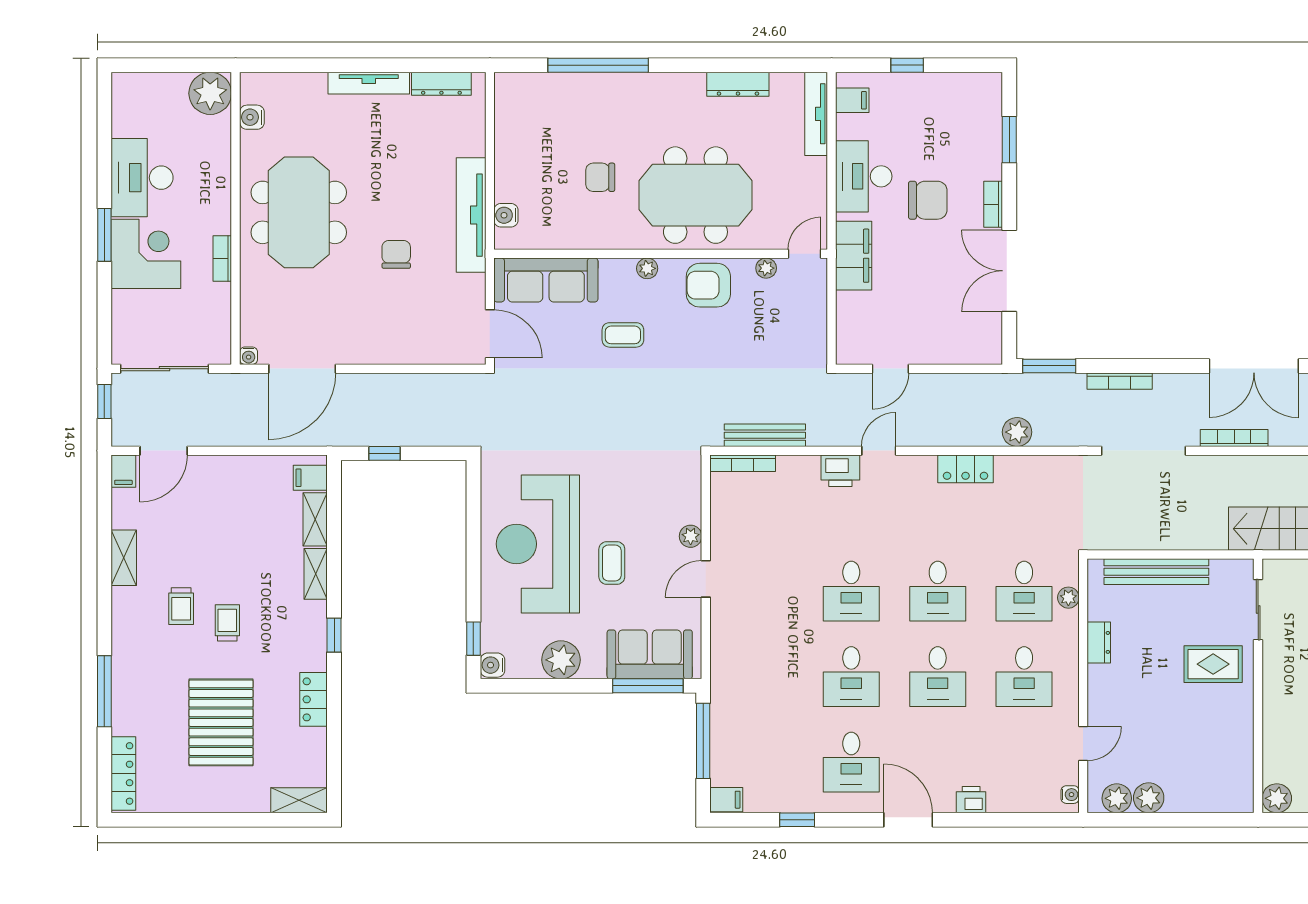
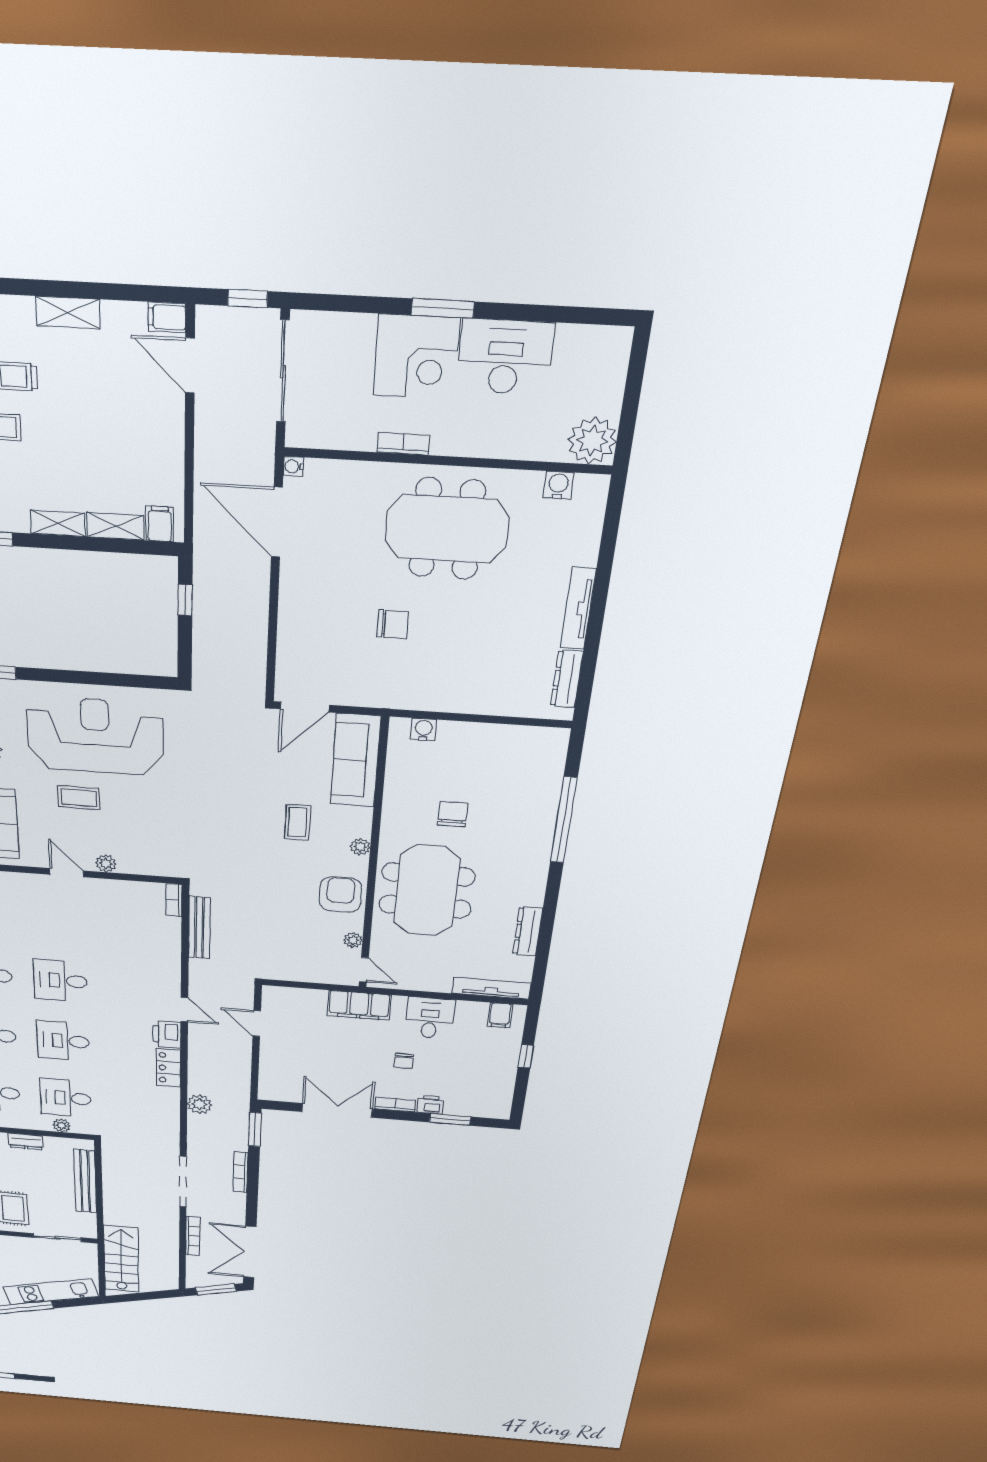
printer: (989, 165) -> (430, 1105), added
desk: (864, 176) -> (430, 1018), width x0.73
chair: (928, 200) -> (404, 1061), width x0.54, depth x0.54
tv unit: (471, 215) -> (427, 698), removed
bookcase: (743, 463) -> (174, 900), width x0.64
printer: (840, 471) -> (167, 1034), moved

